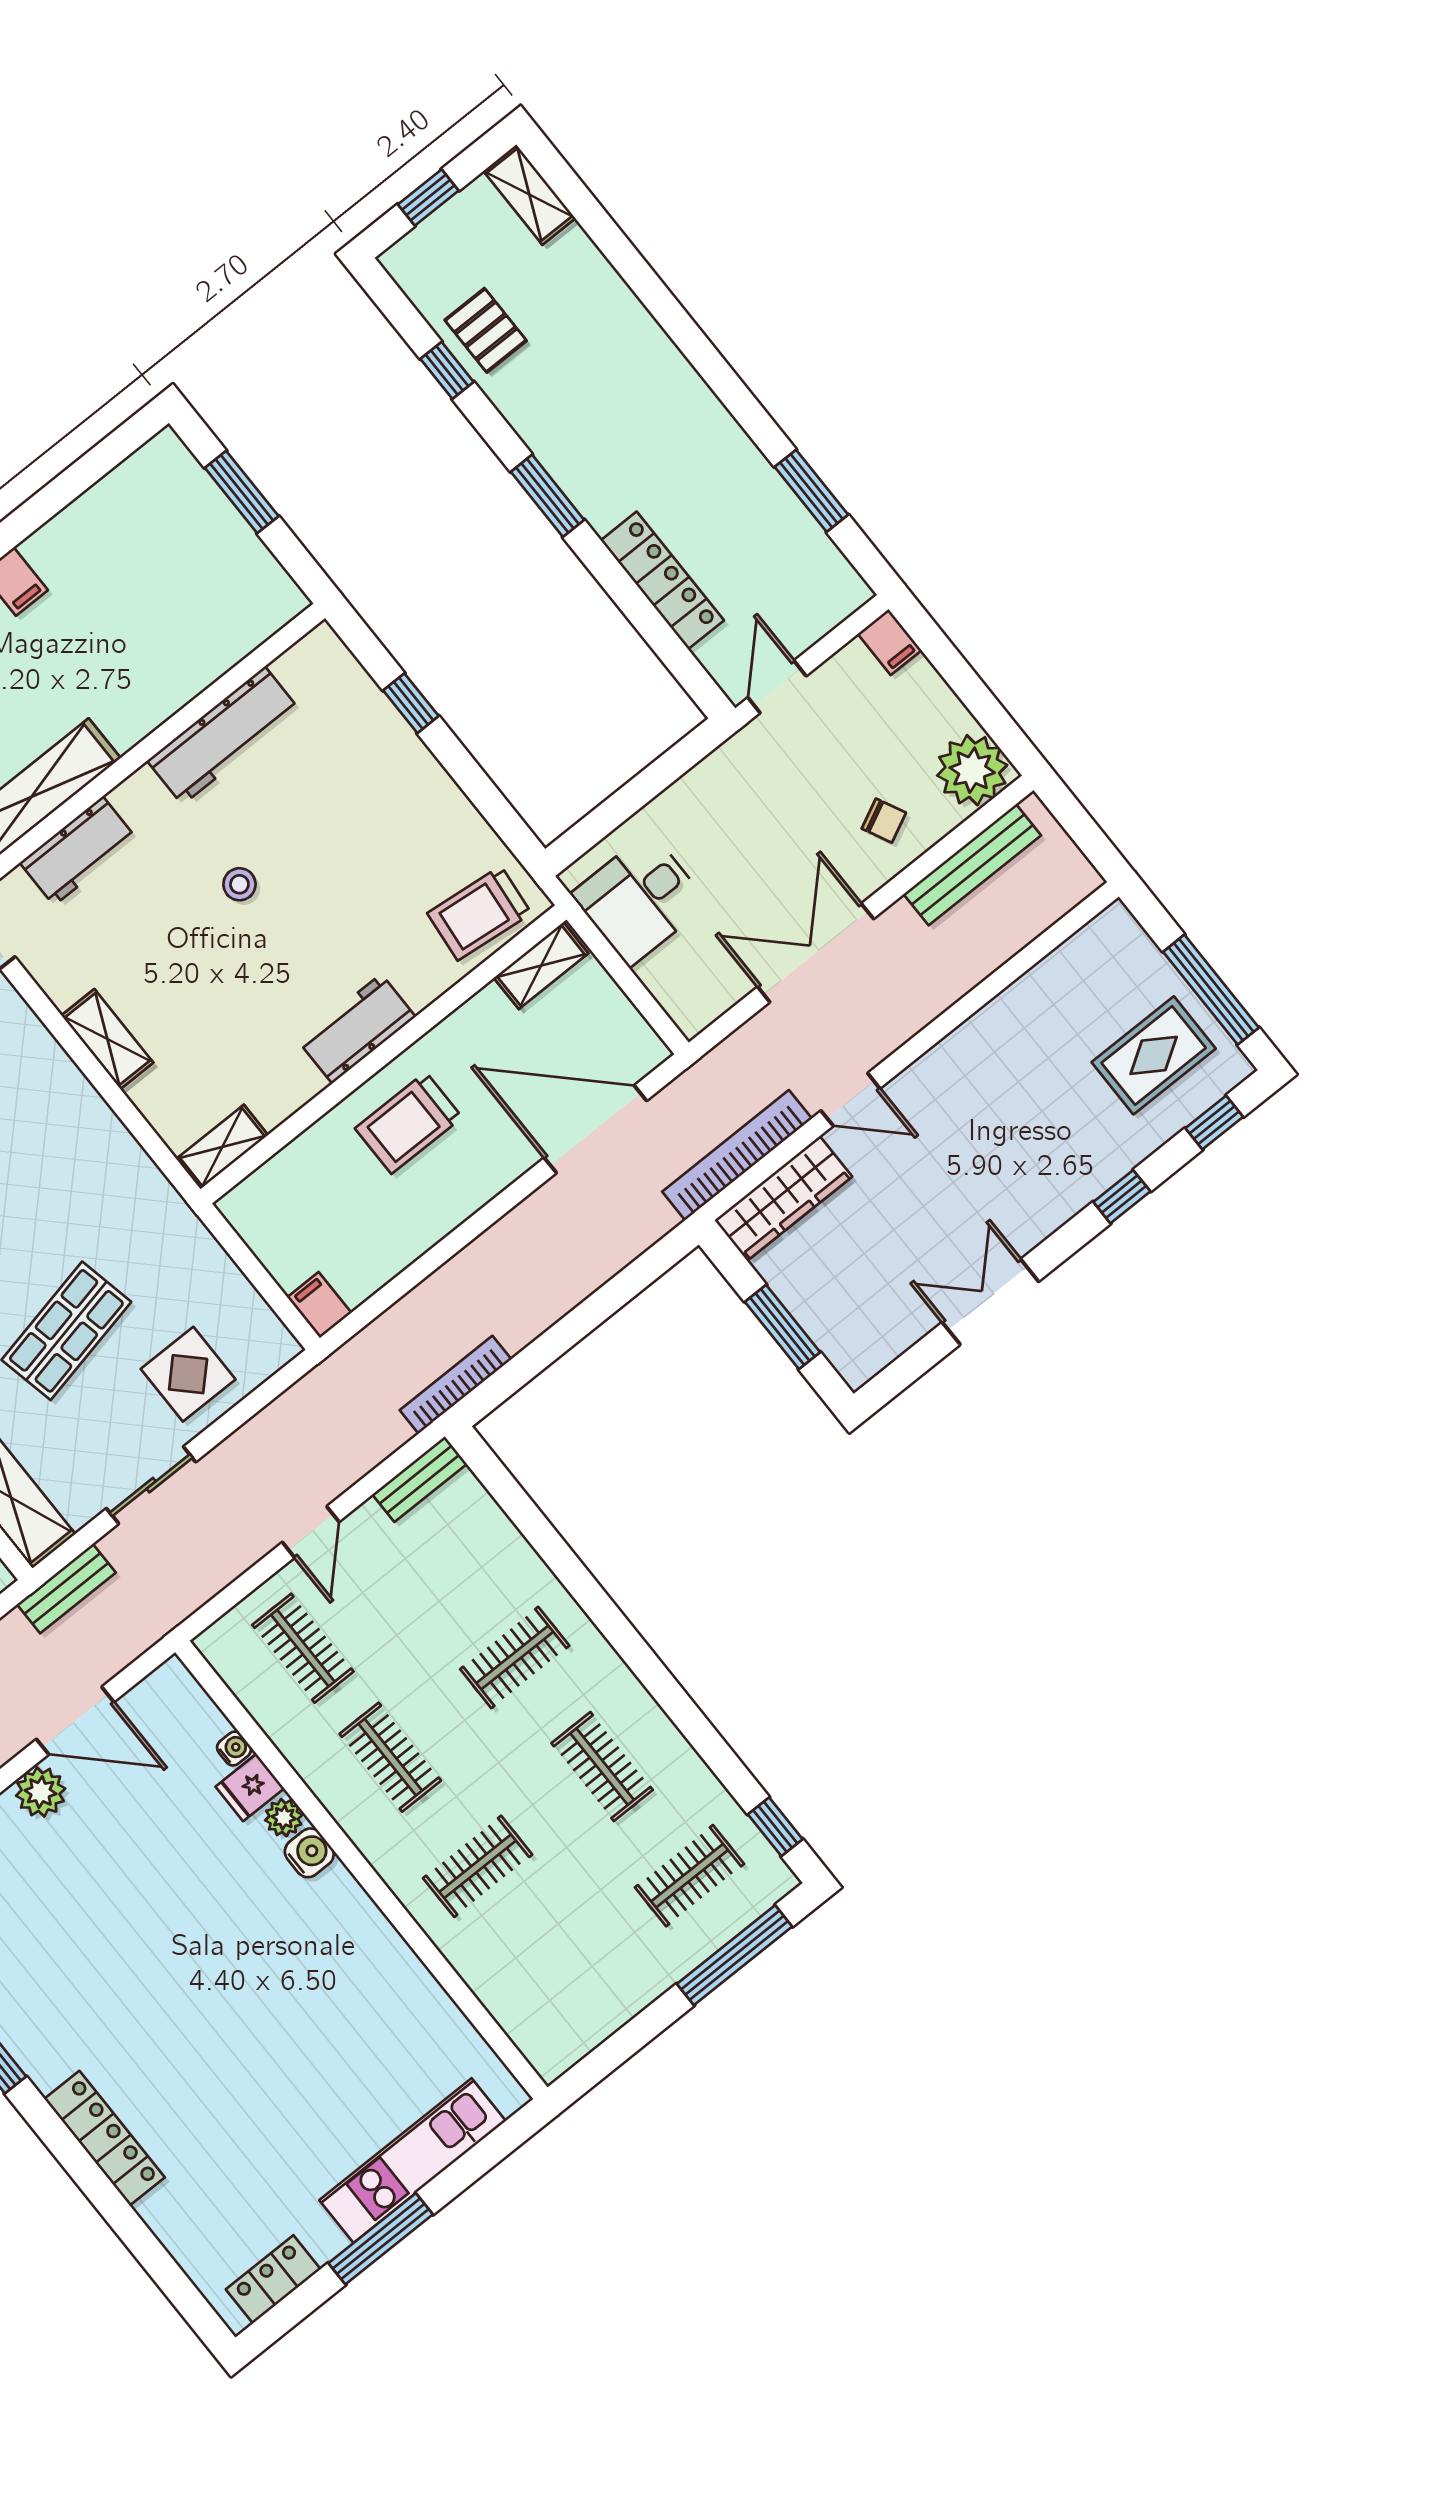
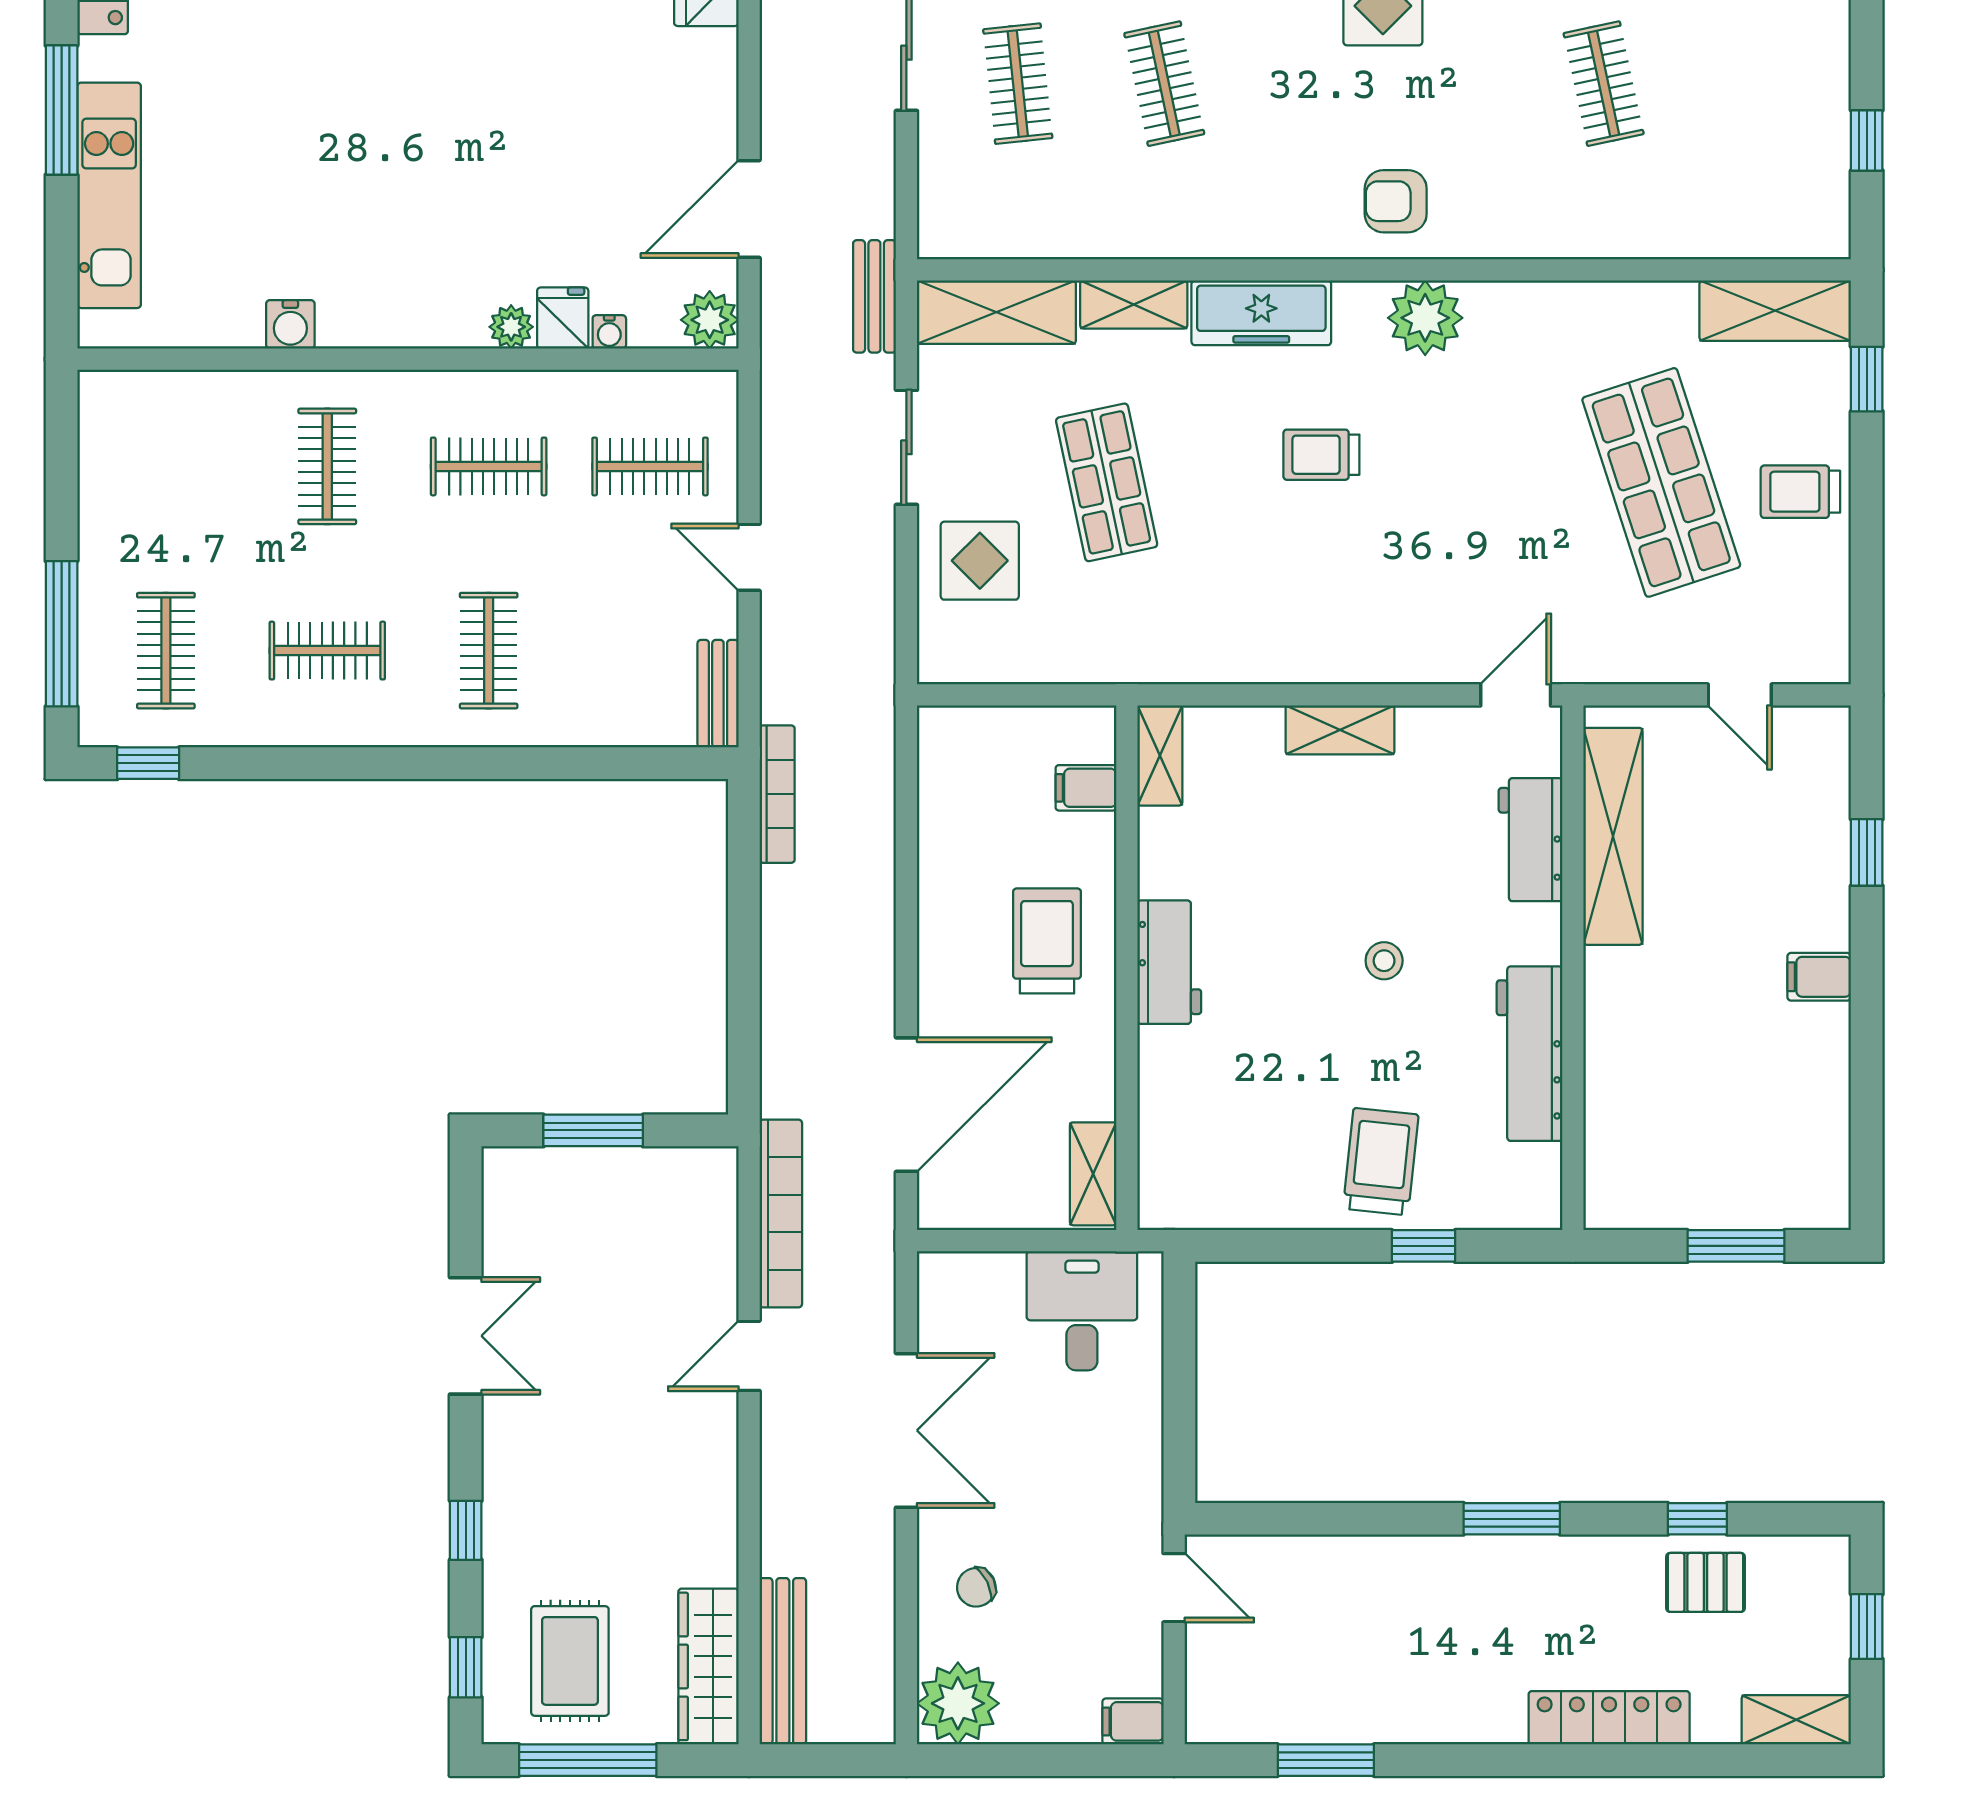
locker: (662, 580) -> (1609, 1718), moved, turned 180
bench: (972, 865) -> (783, 1661), moved
trolley: (479, 913) -> (1381, 1162), moved
wardrobe: (783, 1198) -> (708, 1666), moved
filing cabinet: (320, 1305) -> (1086, 788), moved, turned 180
plant: (41, 1792) -> (710, 320), moved
water cooler: (309, 1853) -> (290, 324), moved

